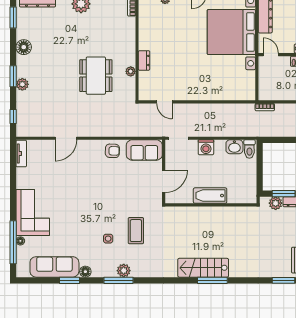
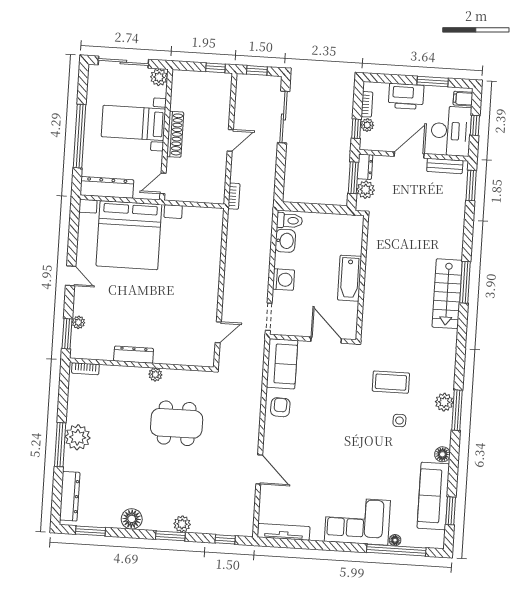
dresser: (144, 60) -> (134, 355), moved, width x1.44
plant: (131, 71) -> (155, 374), moved
tv unit: (21, 154) -> (284, 532), width x1.41
window: (69, 280) -> (451, 511), moved

